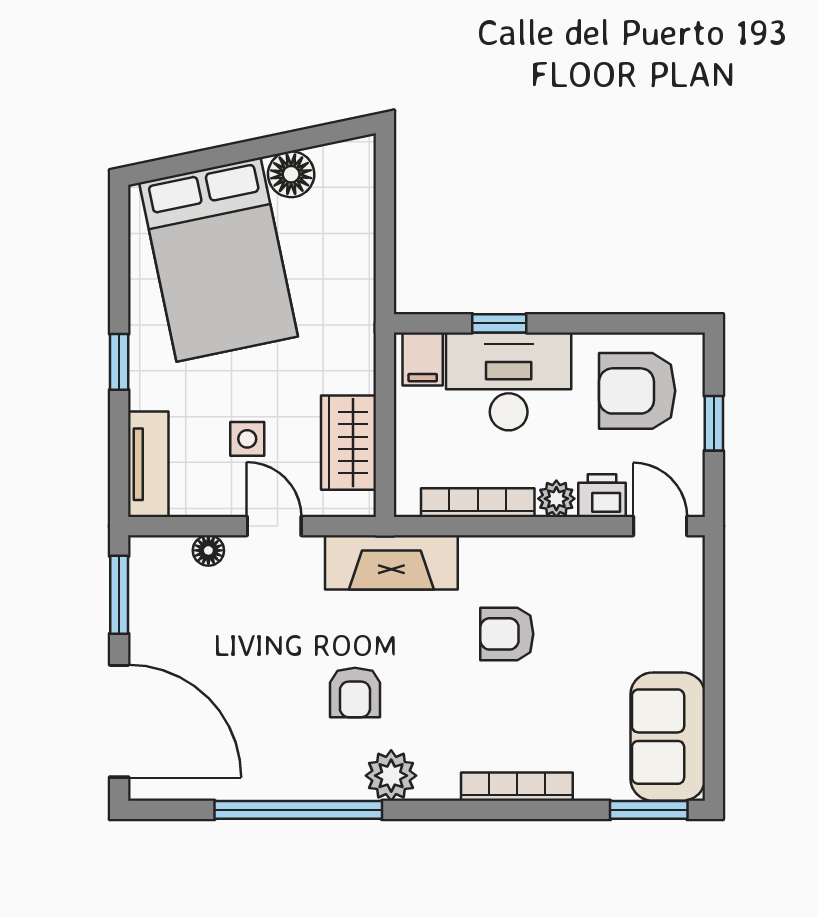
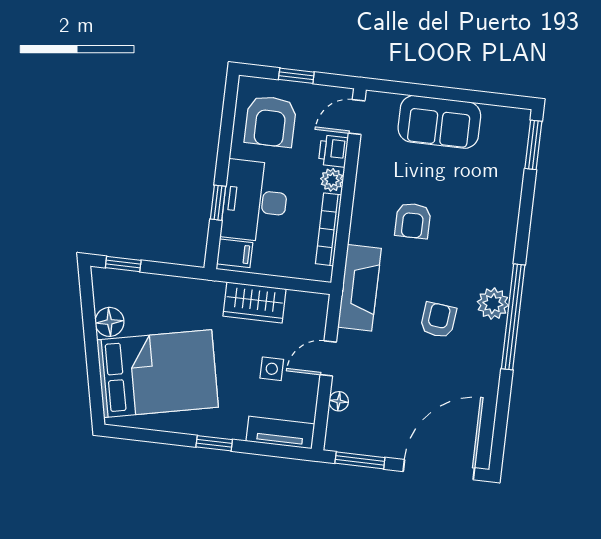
window: (385, 185) -> (123, 264), added
wardrobe: (349, 443) -> (254, 303), moved
armchair: (355, 692) -> (438, 320), turned -84
sofa: (668, 737) -> (439, 122), moved
bookcase: (517, 787) -> (509, 226), removed
window: (298, 810) -> (513, 317), moved

